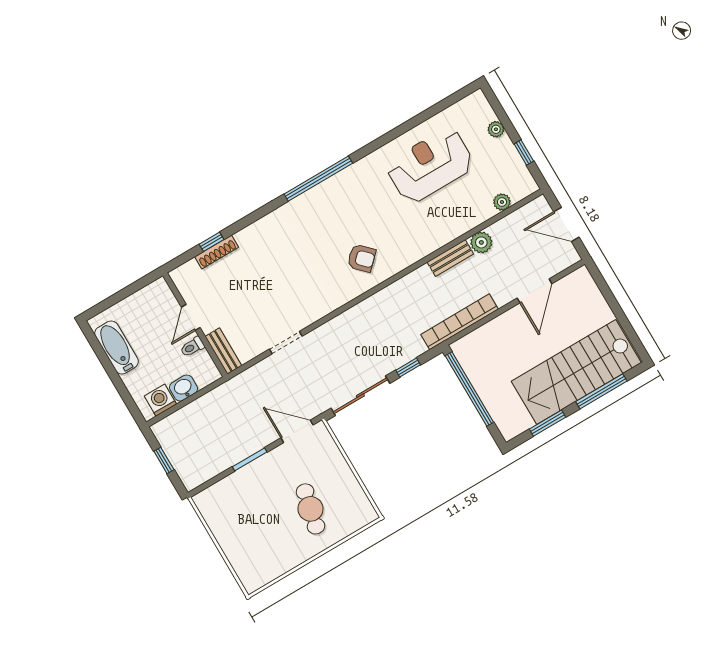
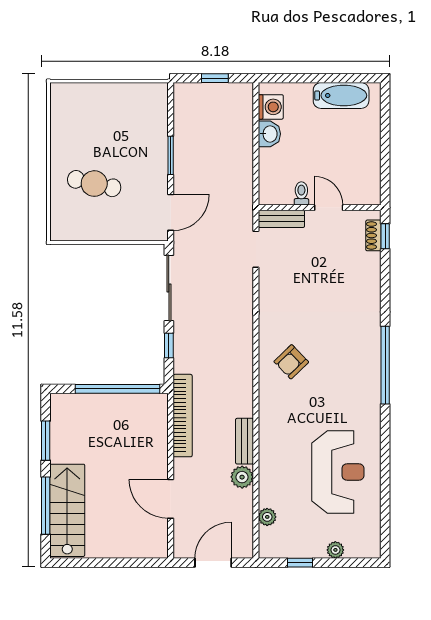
shoe rack: (217, 252) -> (373, 235), width x0.70
door: (191, 317) -> (329, 208), moved
wall: (195, 325) -> (320, 208), moved
toilet: (192, 347) -> (301, 193), moved
bench: (223, 351) -> (281, 219), moved
stairs: (576, 372) -> (67, 510), width x0.73, depth x0.66

